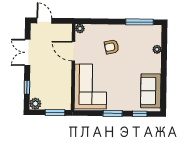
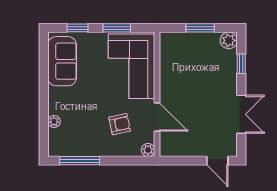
plant: (80, 29) -> (148, 150), moved
door: (73, 51) -> (157, 117), moved
wall: (73, 67) -> (157, 94), moved
corner sofa: (91, 87) -> (131, 66), moved

